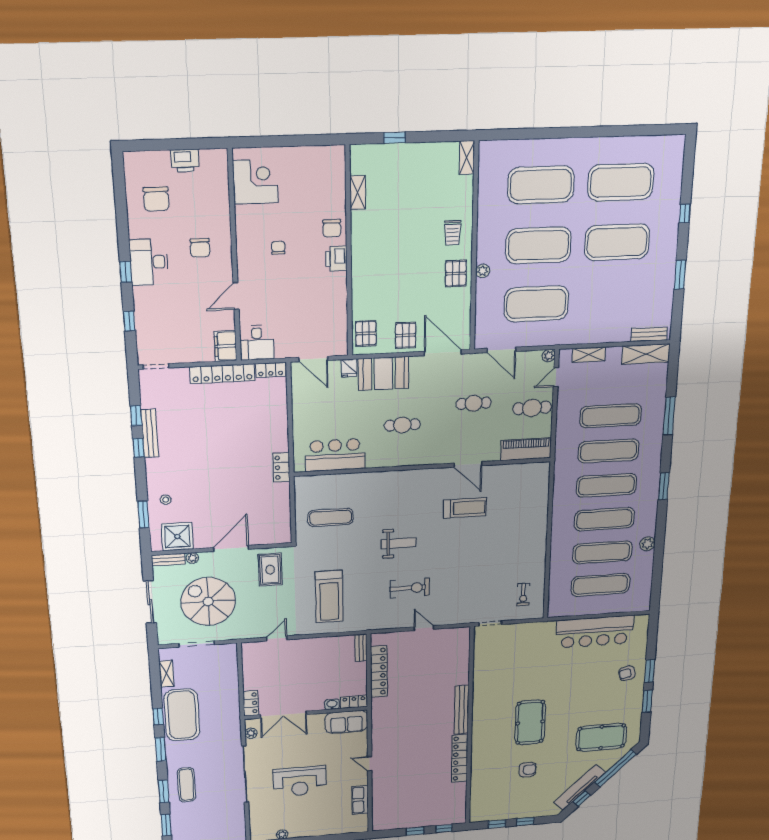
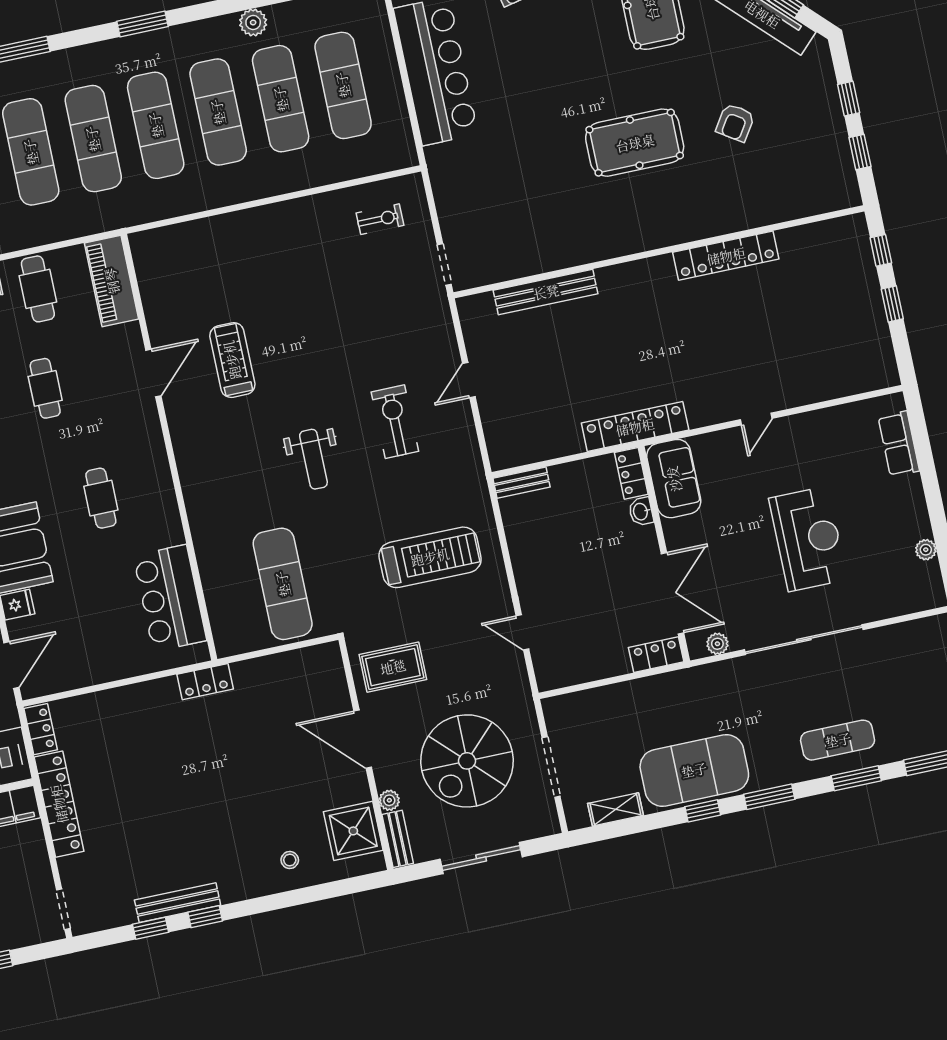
window: (143, 514) -> (321, 892), removed
exercise mat: (330, 517) -> (283, 584), width x1.36, depth x1.45
weight bench: (399, 543) -> (313, 459), turned 180
locker: (379, 671) -> (635, 427), moved
bench: (462, 710) -> (546, 292), moved
armchair: (527, 770) -> (735, 123), turned -147
row of seats: (360, 800) -> (899, 444), moved, turned 90

